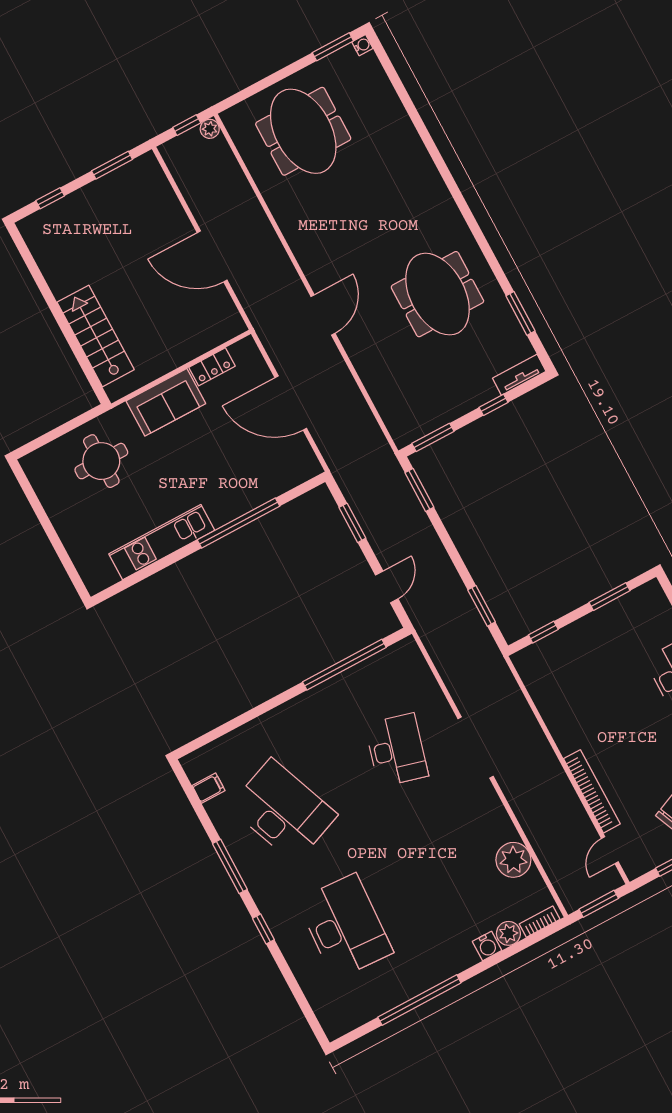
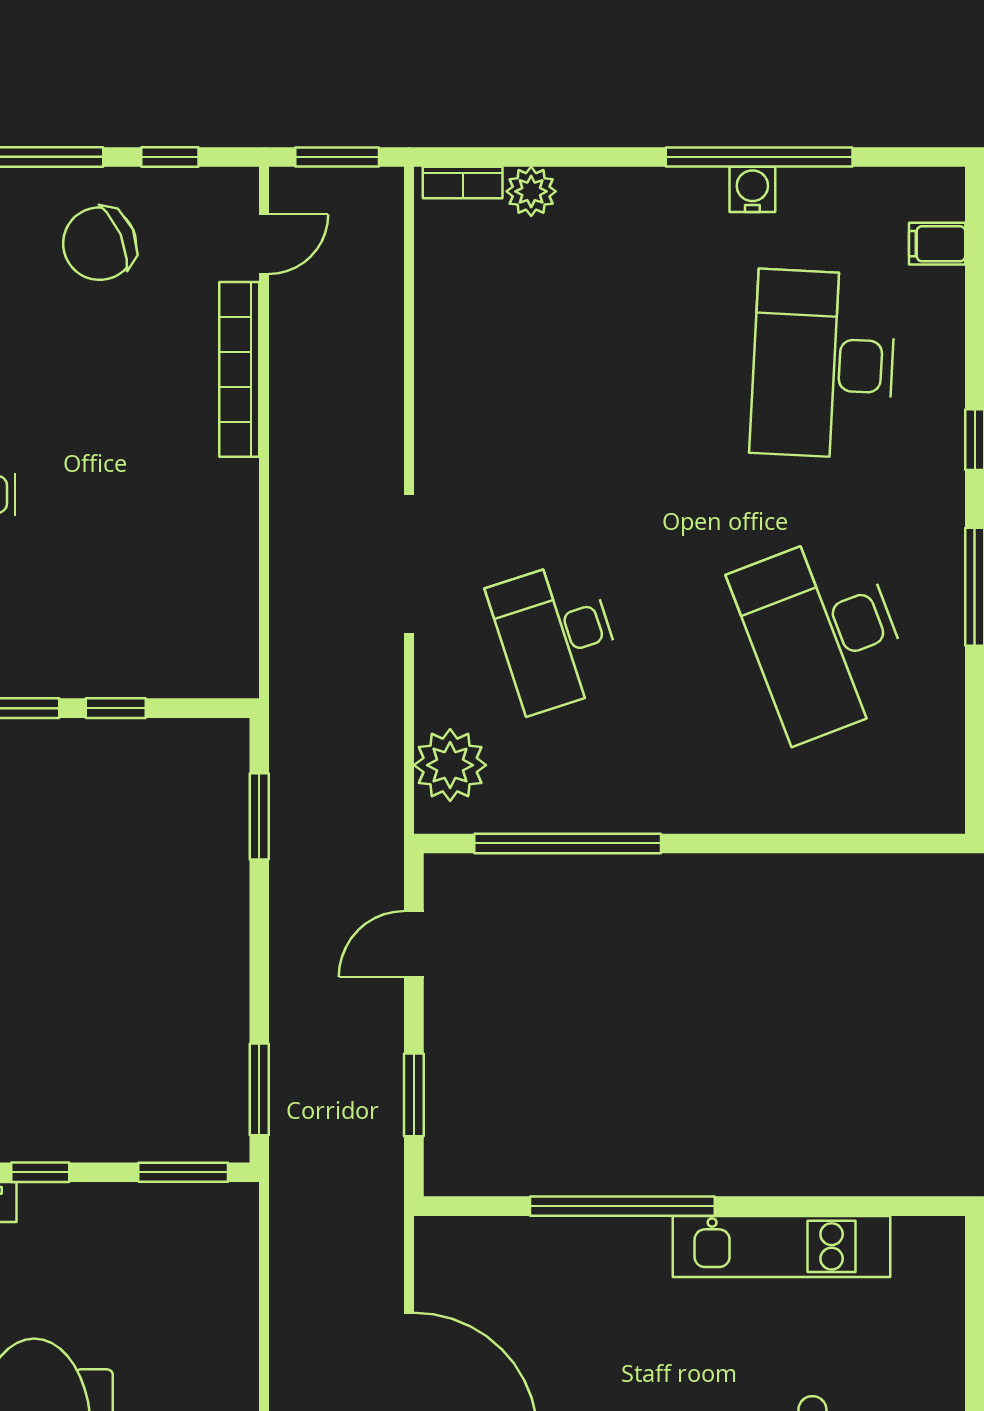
window: (543, 632) -> (116, 708), moved
desk: (397, 750) -> (556, 636), turned -33
filing cabinet: (209, 788) -> (937, 244), moved
plant: (513, 860) -> (450, 765), moved
water cooler: (487, 946) -> (752, 189), moved

